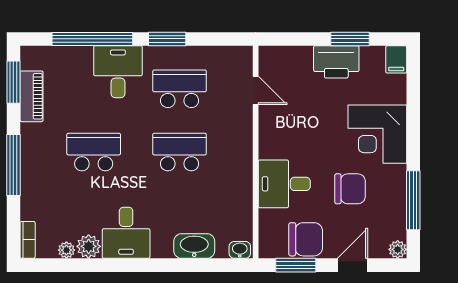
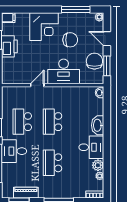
door: (256, 90) -> (37, 85), moved
desk: (284, 184) -> (64, 71), width x1.37
chair: (350, 189) -> (70, 40), turned 90
washbasin: (194, 246) -> (98, 125), moved

